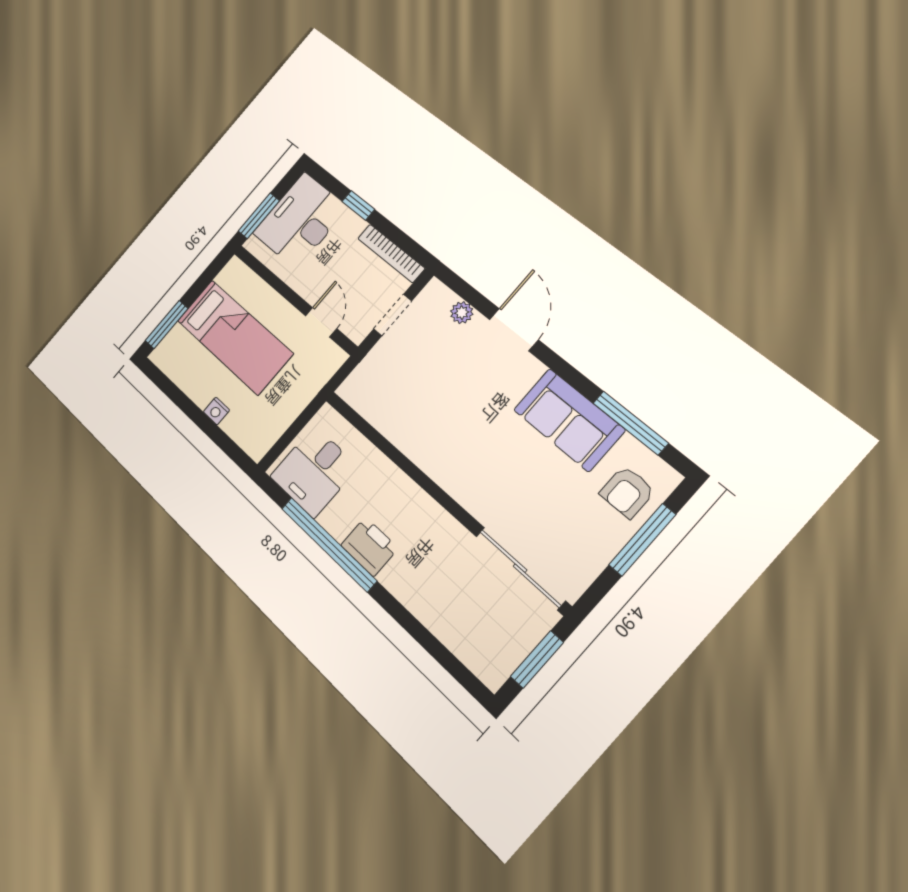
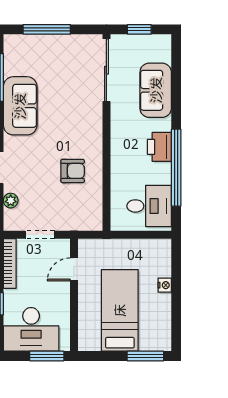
armchair: (627, 492) -> (73, 171), moved
sofa: (441, 607) -> (156, 90), added
window: (537, 659) -> (139, 29), width x0.67

